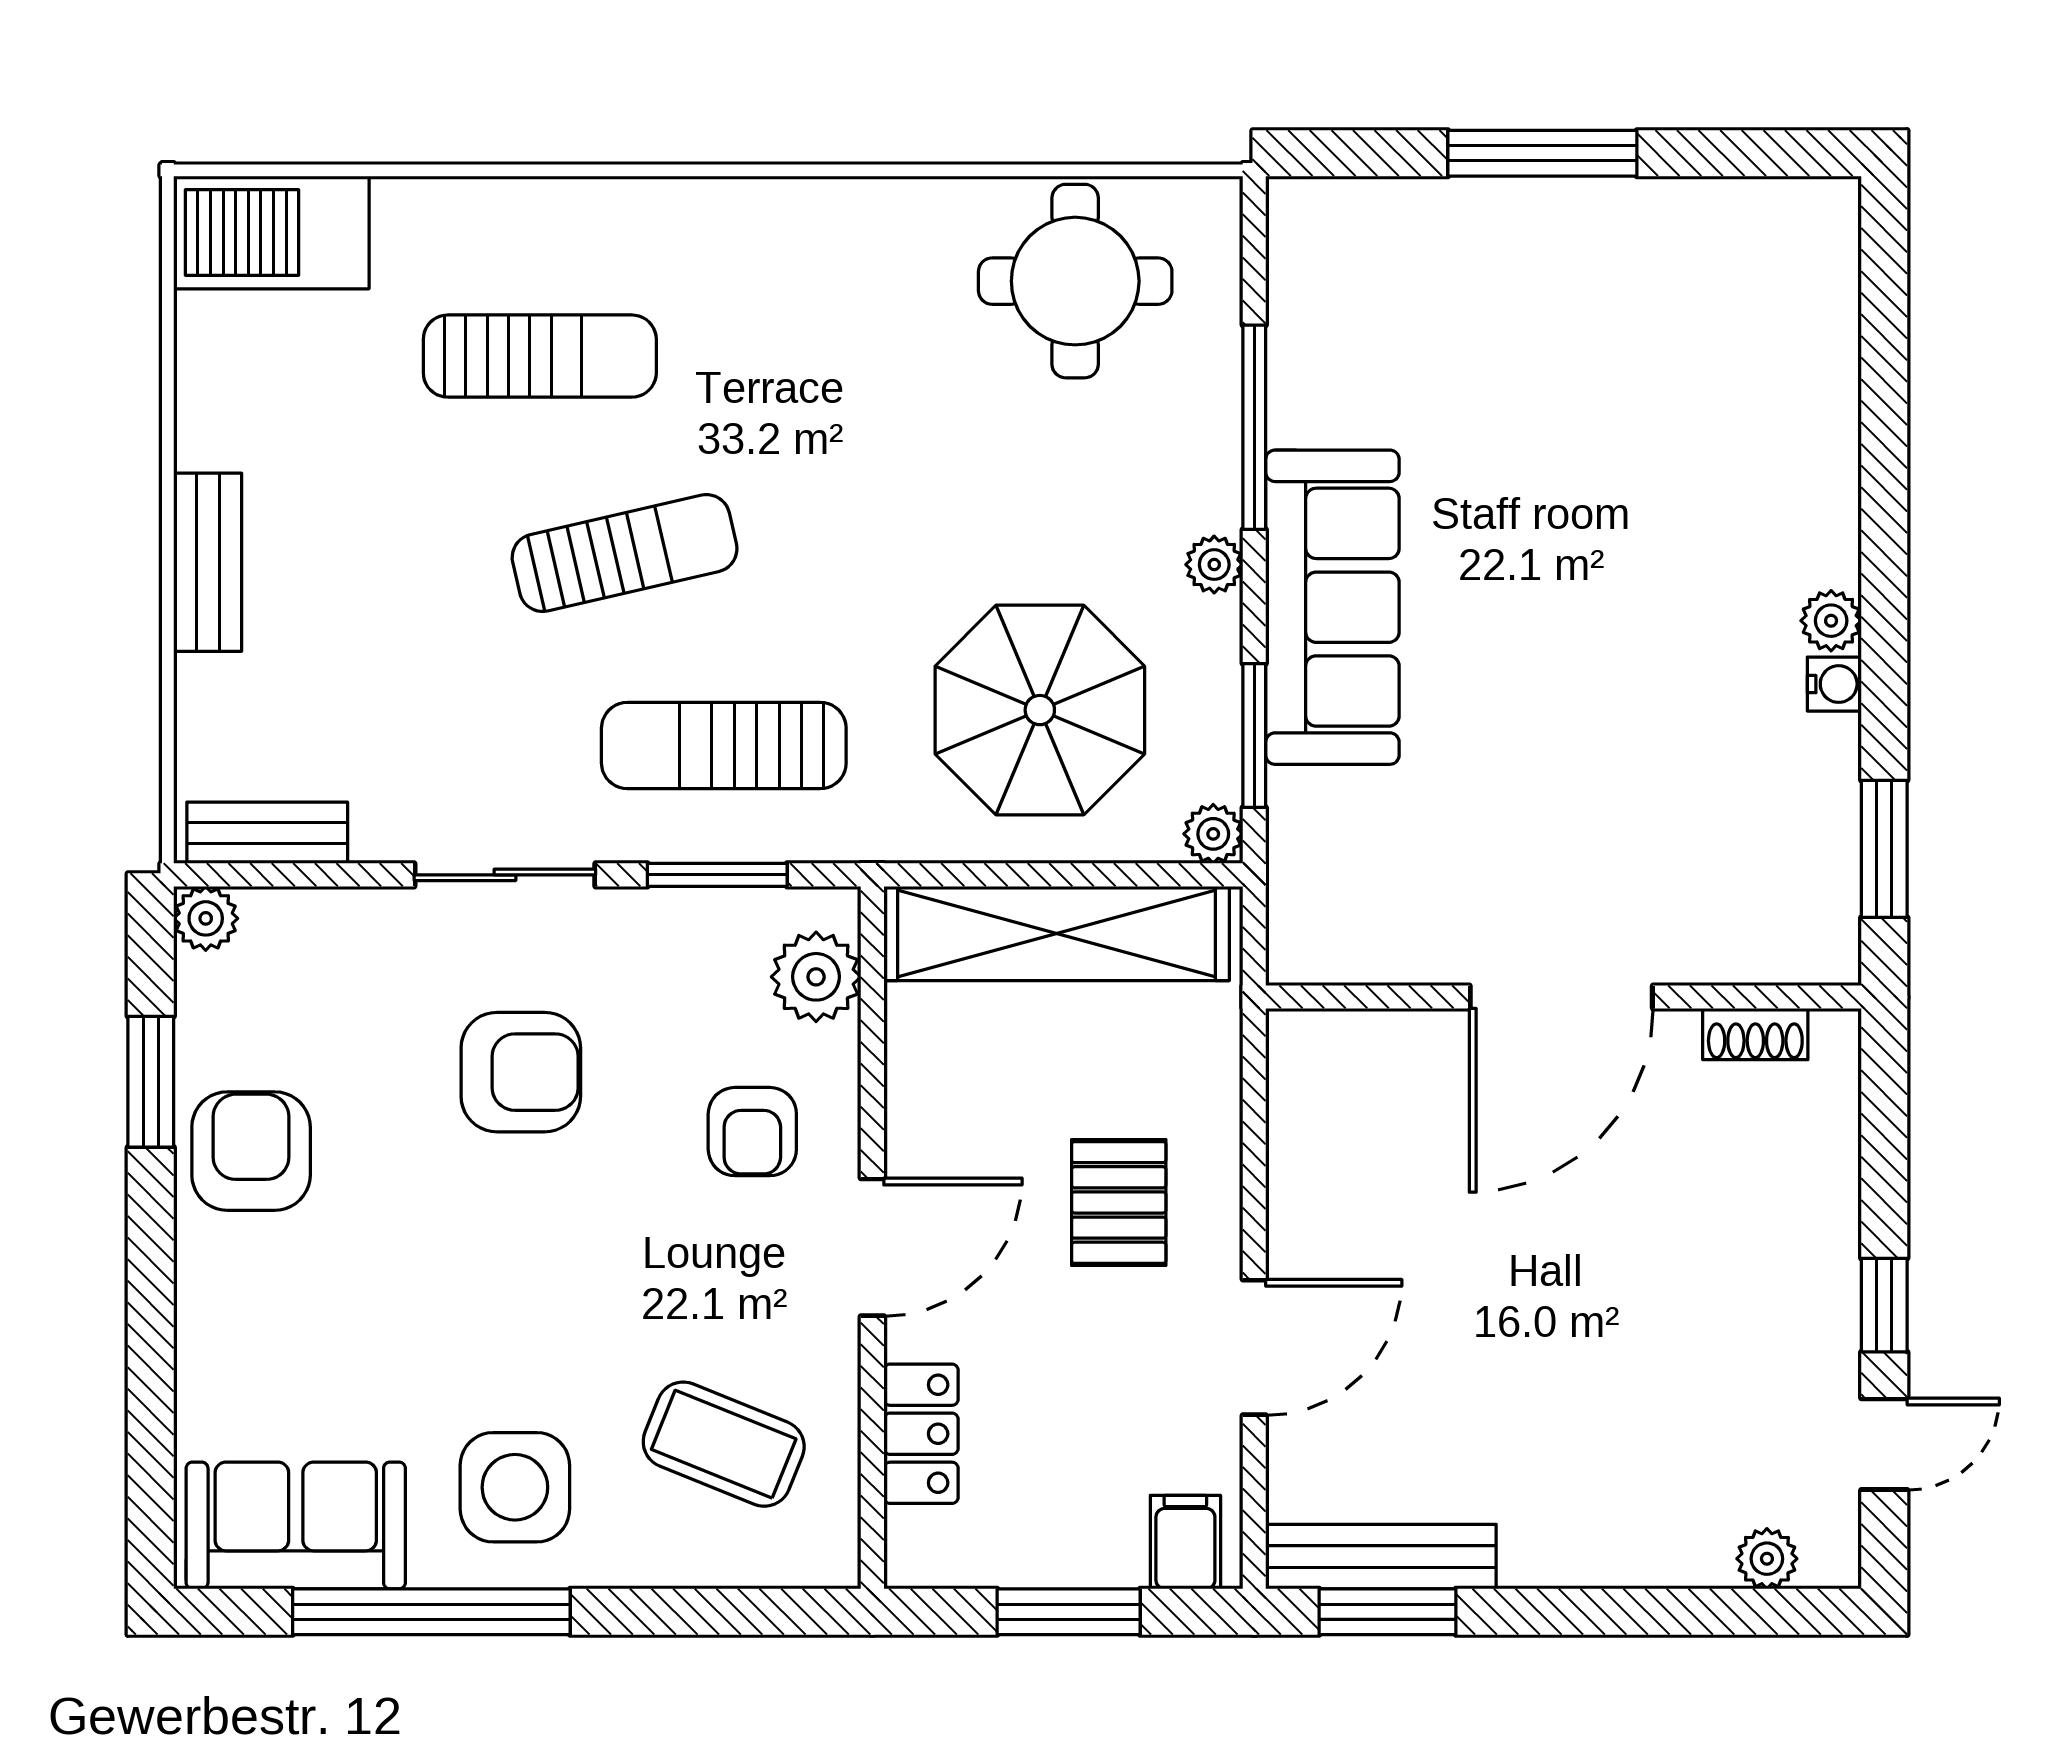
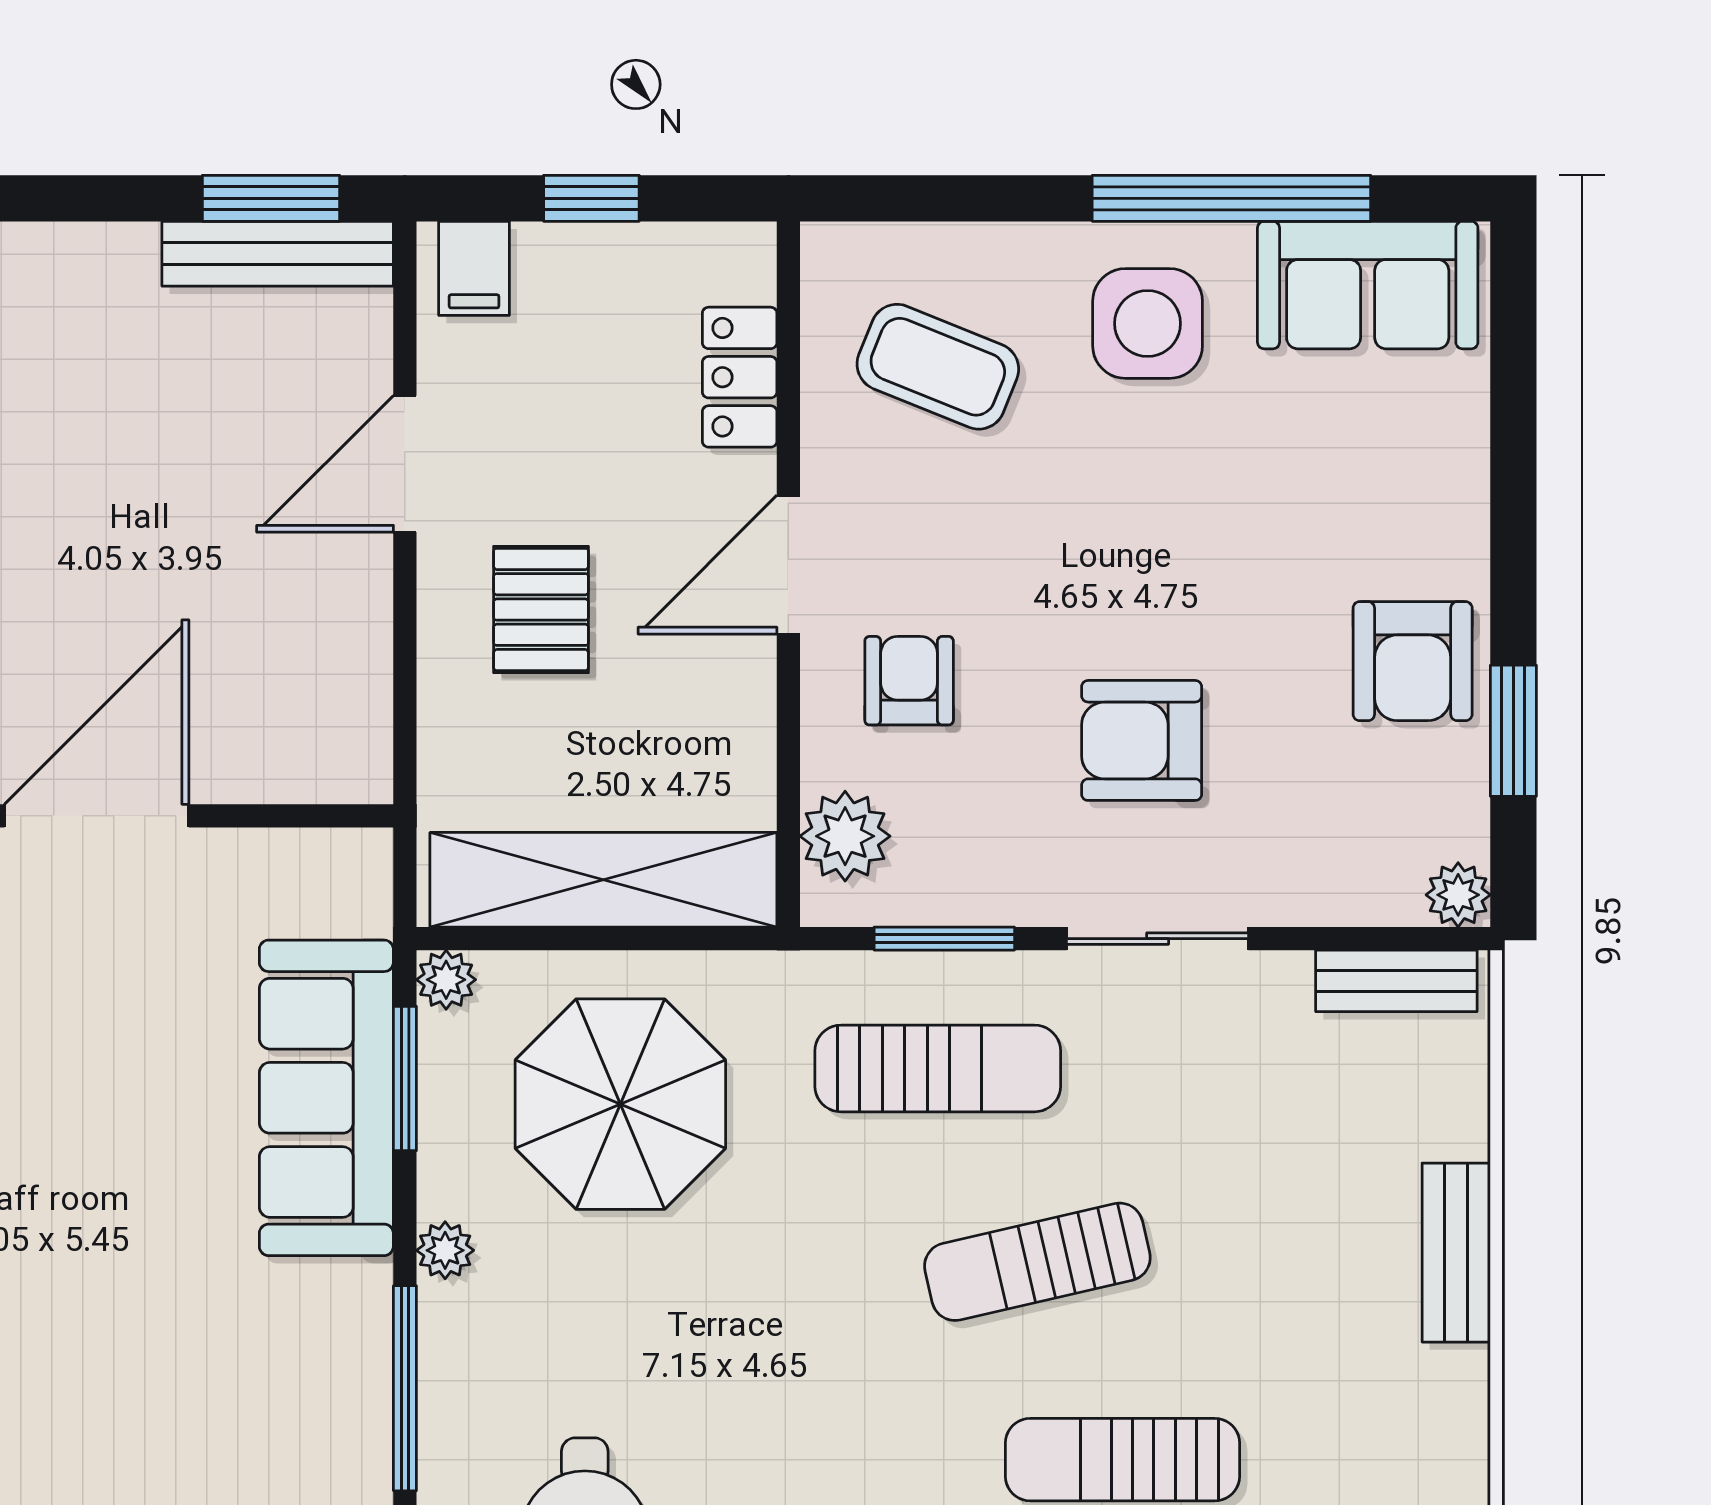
sofa: (1332, 607) -> (326, 1098), moved
window: (1069, 1612) -> (591, 198), width x0.67

